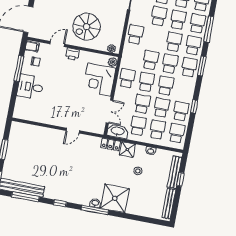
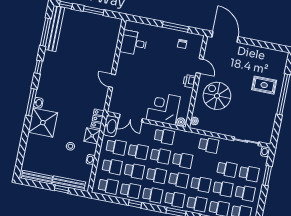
filing cabinet: (32, 46) -> (197, 41), removed
desk: (30, 87) -> (134, 43), moved, turned -90
school desk: (185, 89) -> (153, 195), added

